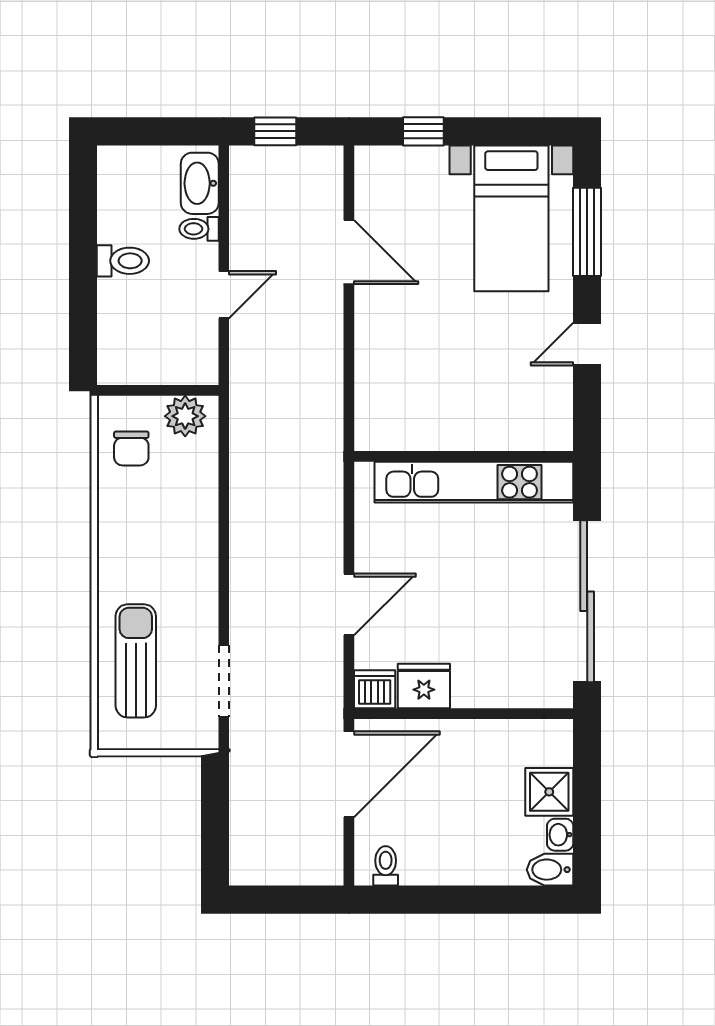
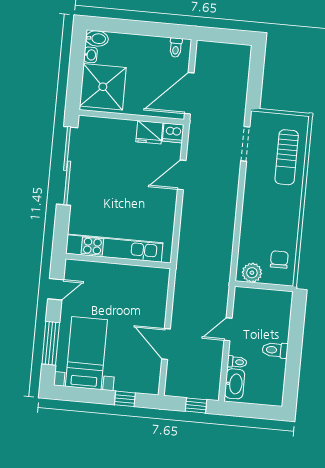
wall: (464, 456) -> (118, 261), moved
kitchen unit: (474, 482) -> (114, 248), moved
shower: (549, 792) -> (103, 87), width x1.86, depth x1.86

